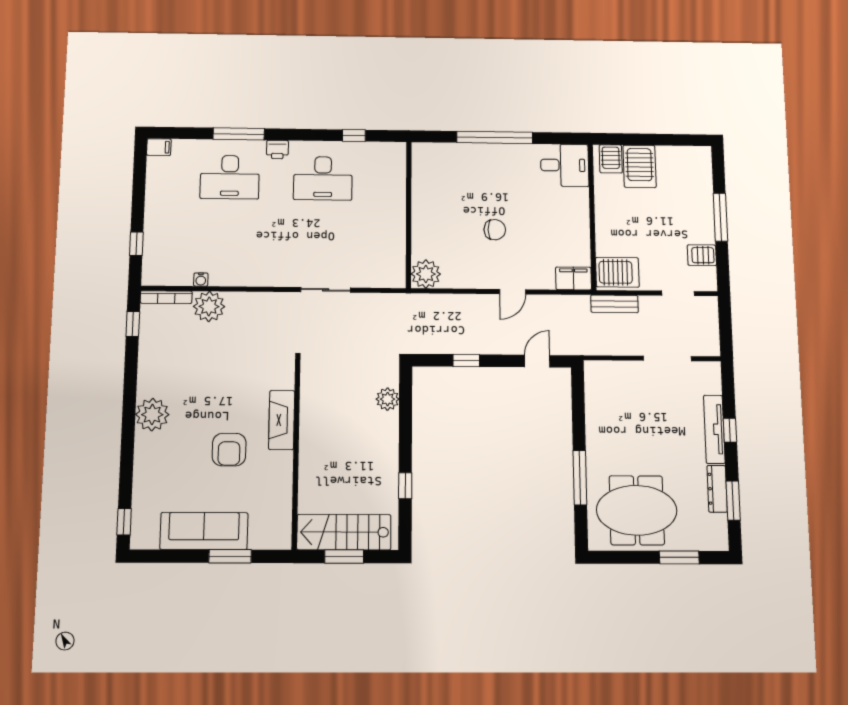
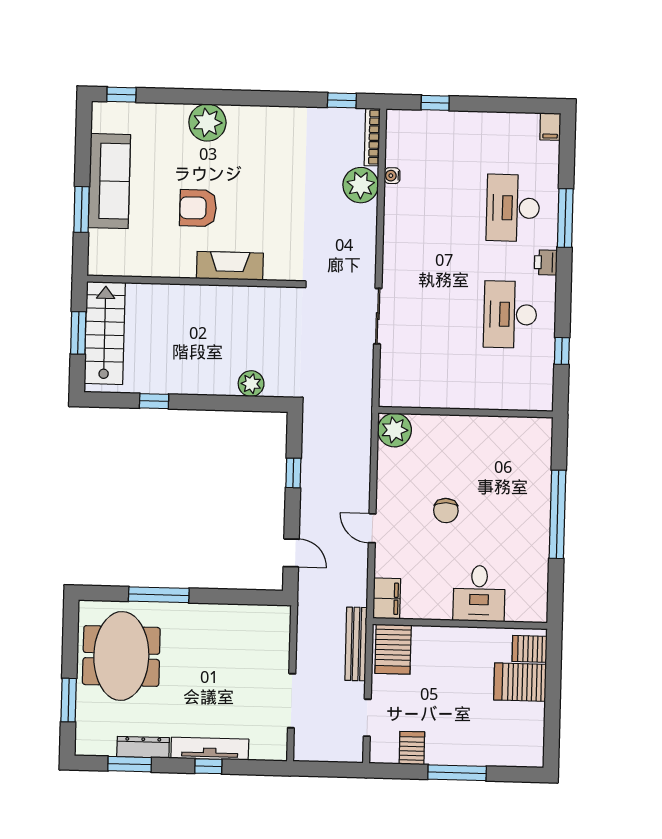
desk: (565, 165) -> (479, 593), moved
bench: (614, 304) -> (356, 644), width x1.36
plant: (152, 415) -> (207, 123), moved

